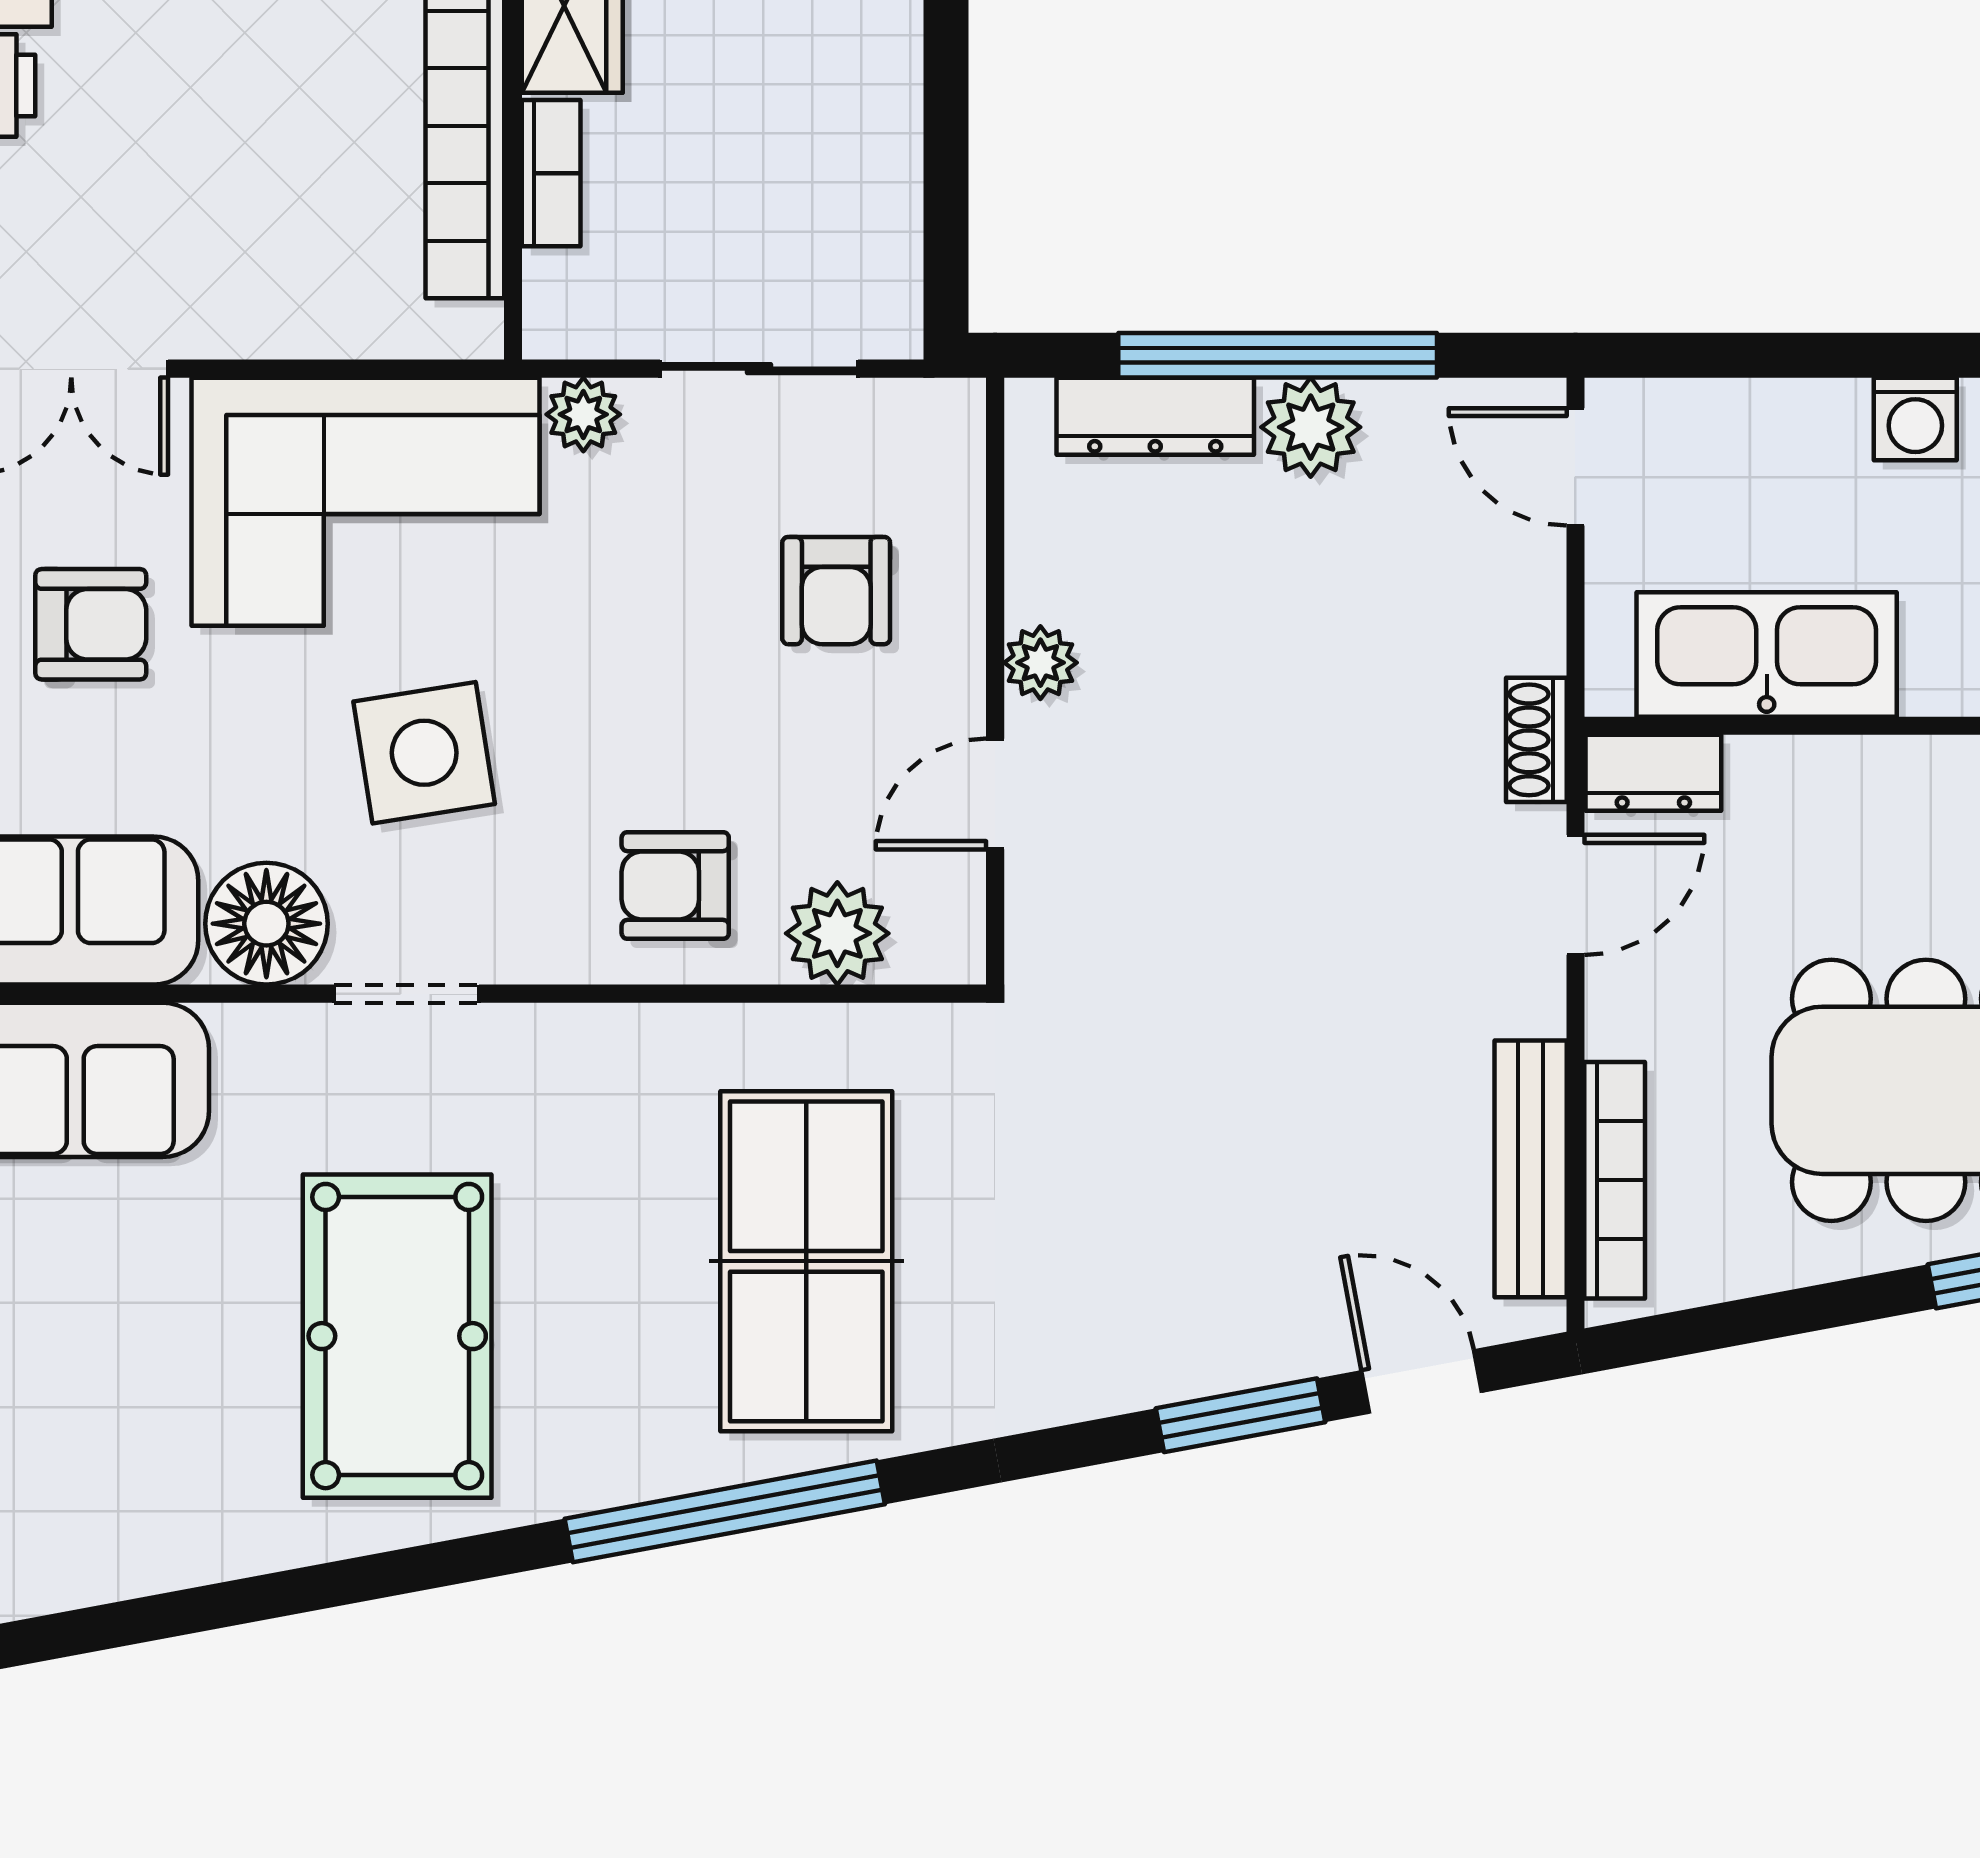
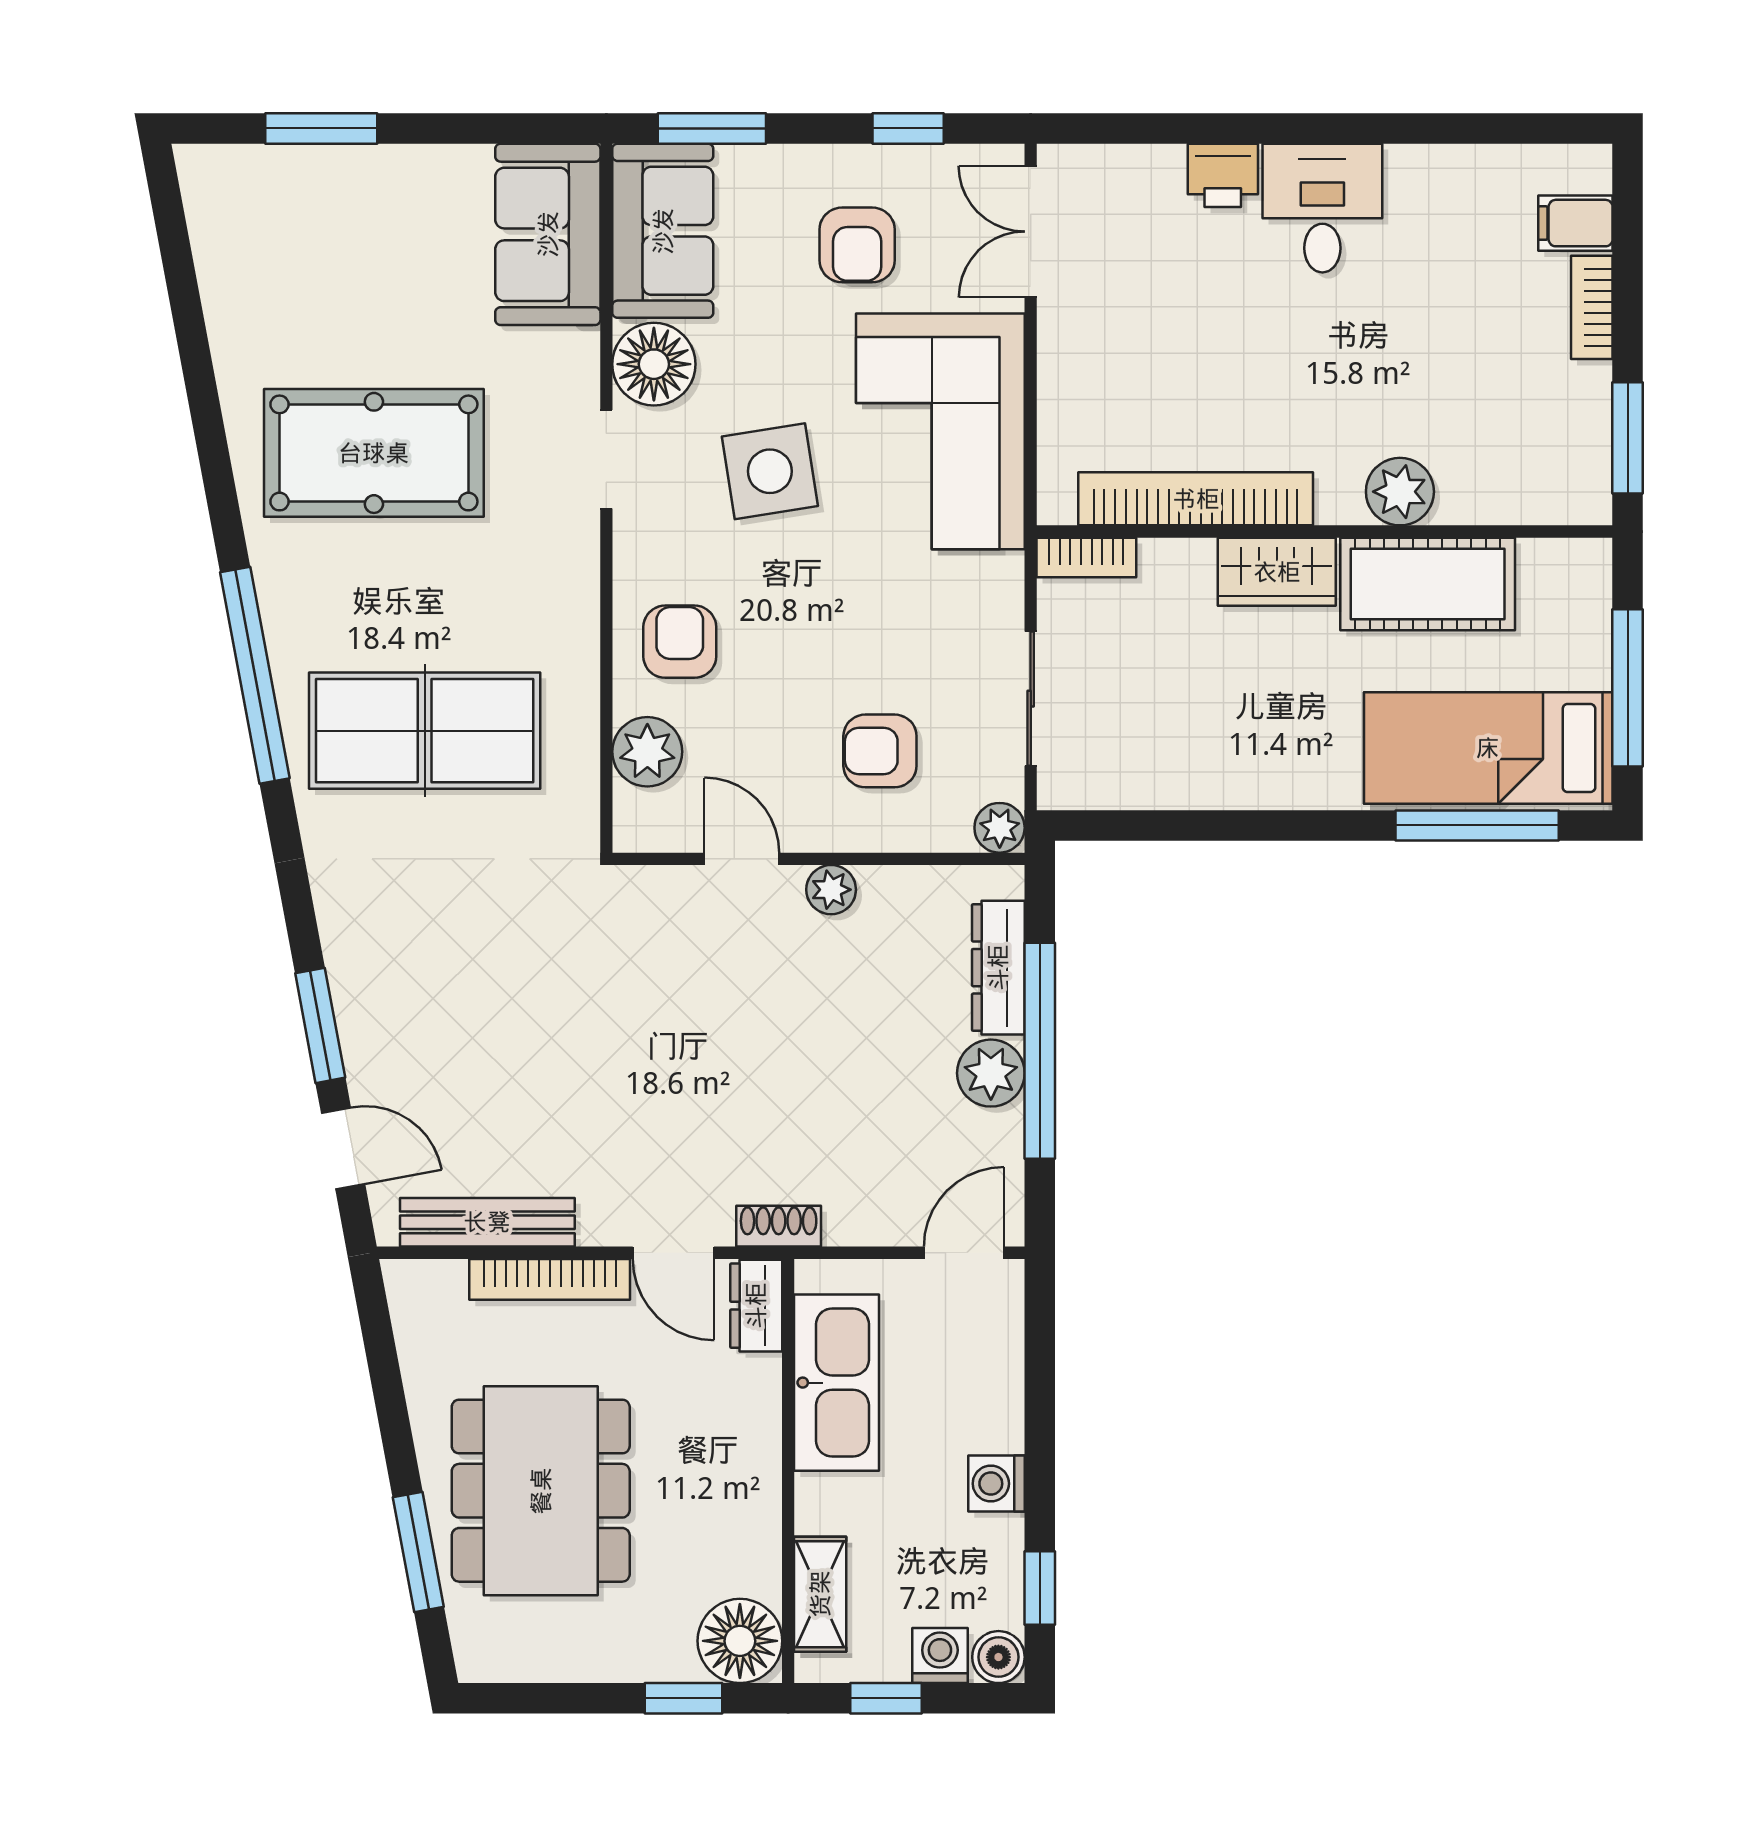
bookcase: (551, 173) -> (1086, 557), moved
plant: (583, 414) -> (1000, 828), moved
bookcase: (1615, 1180) -> (550, 1279), moved
door: (1422, 1381) -> (343, 1148), hinge flipped

